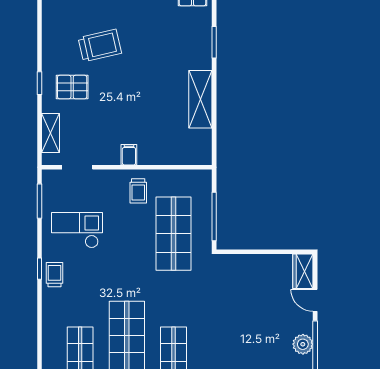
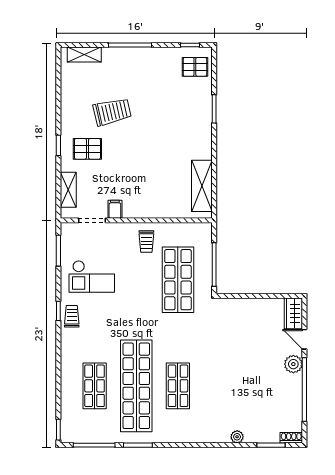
shelving: (200, 99) -> (202, 186), moved
filing cabinet: (129, 155) -> (115, 209), moved
checkout: (77, 230) -> (92, 277), turned 180
plant: (303, 344) -> (293, 364), moved

